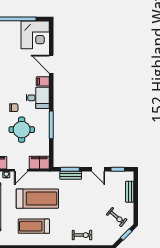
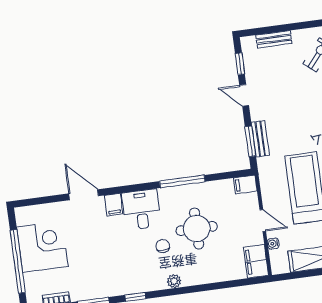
corner desk: (35, 35) -> (42, 247), moved
door: (51, 64) -> (84, 195), swing flipped
filing cabinet: (39, 163) -> (245, 184), width x0.50
door: (98, 169) -> (244, 95), swing flipped

